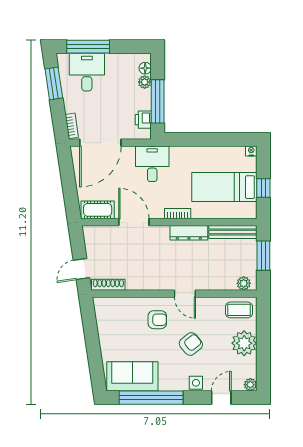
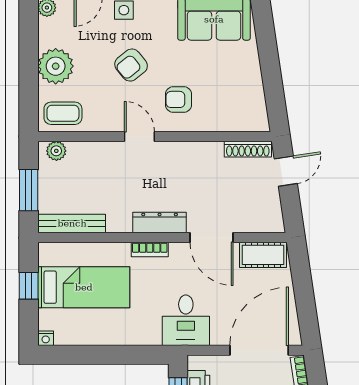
dresser: (189, 233) -> (160, 223), moved

